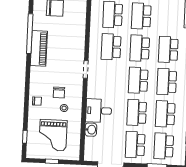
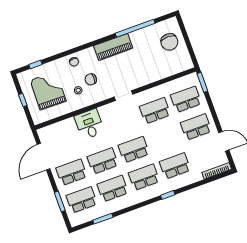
piano: (39, 48) -> (113, 47), moved
school desk: (140, 48) -> (165, 138), removed
washbasin: (91, 130) -> (68, 124), removed
grand piano: (53, 135) -> (48, 91), turned 91

